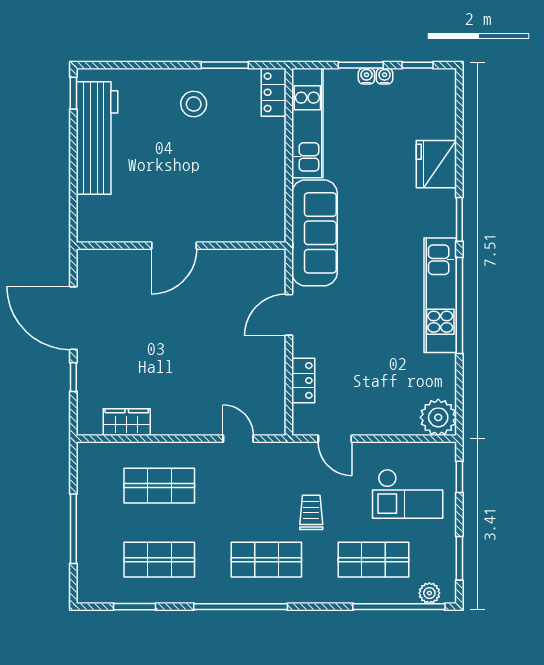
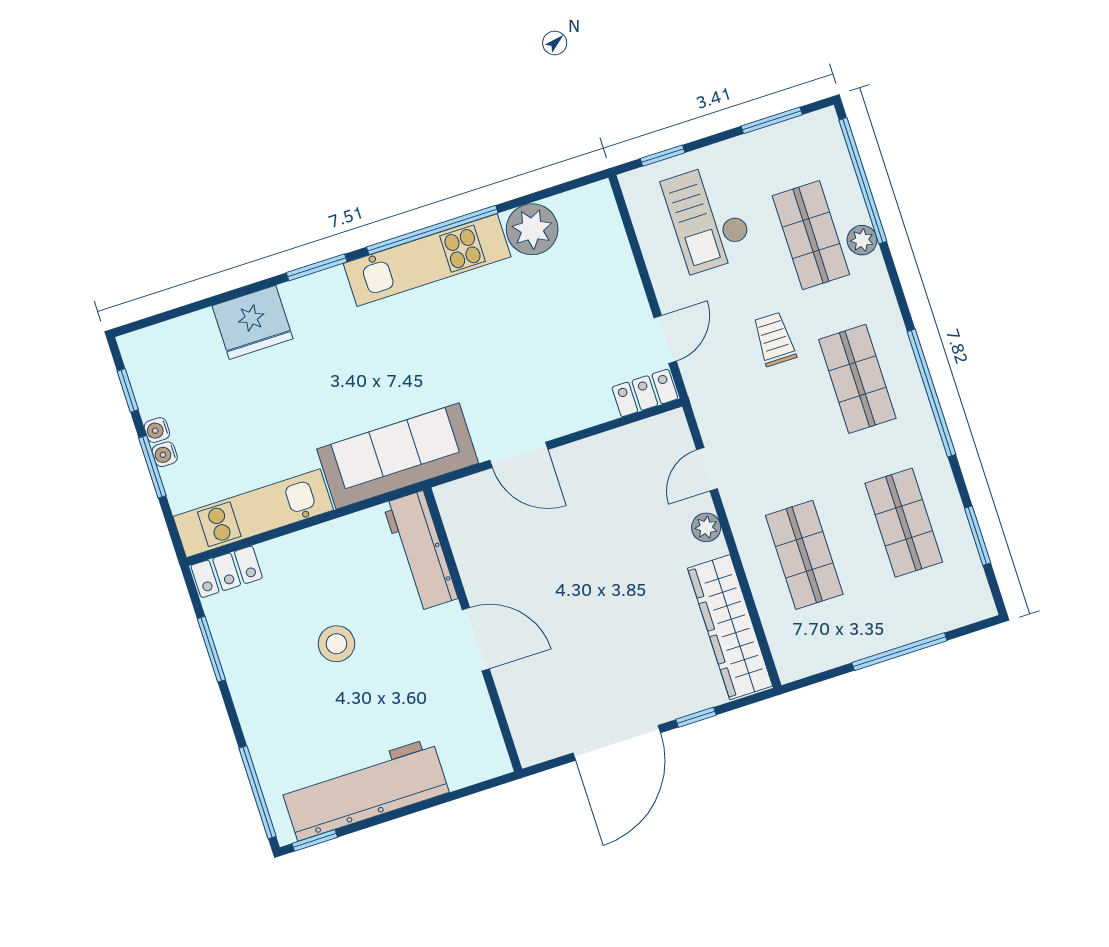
window: (118, 65) -> (258, 792), added
stool: (194, 104) -> (336, 644), moved
workbench: (246, 227) -> (420, 551), added
locker: (303, 380) -> (645, 393), moved
plant: (438, 417) -> (532, 229), moved
wardrobe: (127, 422) -> (730, 627), width x2.10, depth x1.17
plant: (199, 425) -> (706, 527), added
checkout: (408, 494) -> (708, 218), turned 180
trolley: (311, 512) -> (774, 339), turned 90
plant: (429, 593) -> (862, 240), moved

